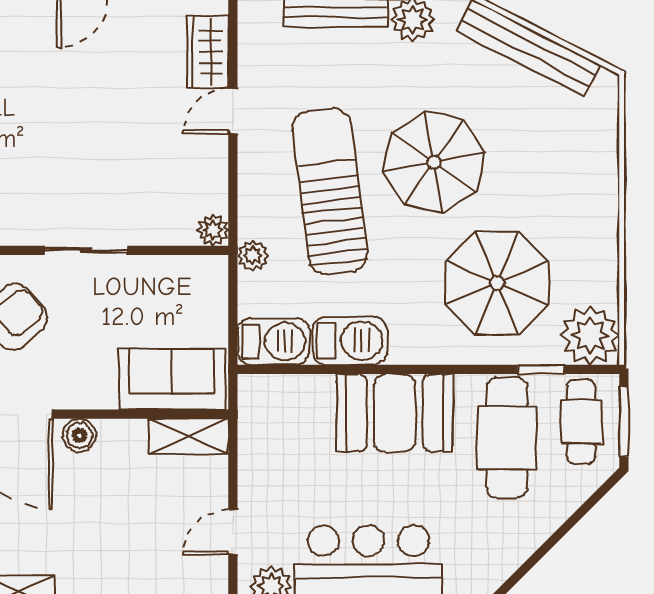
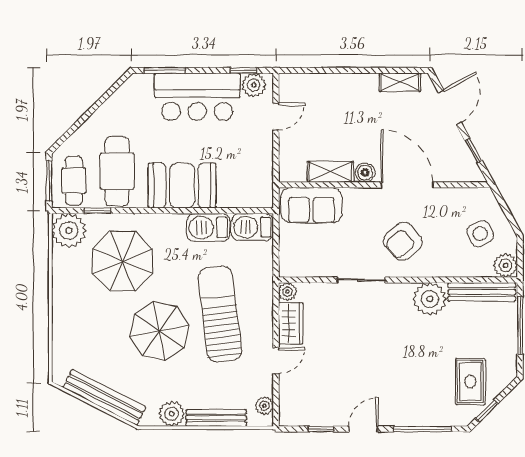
wardrobe: (208, 52) -> (291, 323), moved
sun lounger: (330, 191) -> (220, 314), turned 180
plant: (253, 256) -> (264, 406), moved
shelving: (189, 437) -> (331, 172), moved

